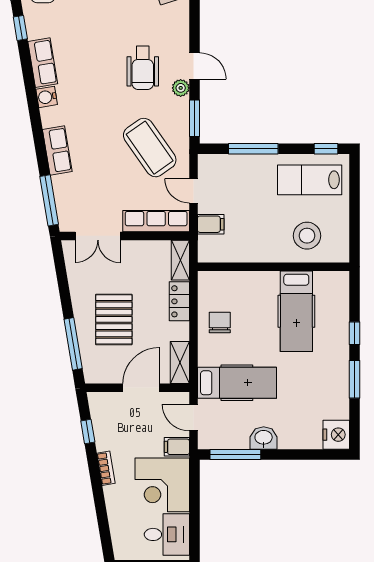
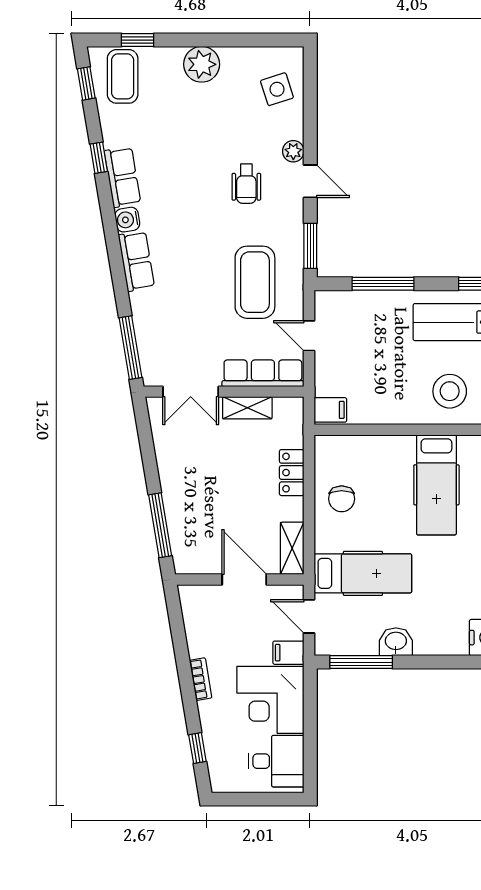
window: (20, 28) -> (99, 158), moved
wheelchair: (143, 68) -> (246, 184), width x0.73, depth x0.73
plant: (181, 88) -> (293, 151), moved
coffee table: (150, 148) -> (255, 282), turned 35
row of seats: (57, 151) -> (136, 261), moved
filing cabinet: (211, 224) -> (330, 410), moved
shelving: (180, 260) -> (247, 408), moved, turned 90
pallet: (114, 319) -> (211, 495), removed
chair: (220, 323) -> (342, 499), turned 180
door: (141, 388) -> (244, 580), hinge flipped
window: (88, 431) -> (197, 748), moved

